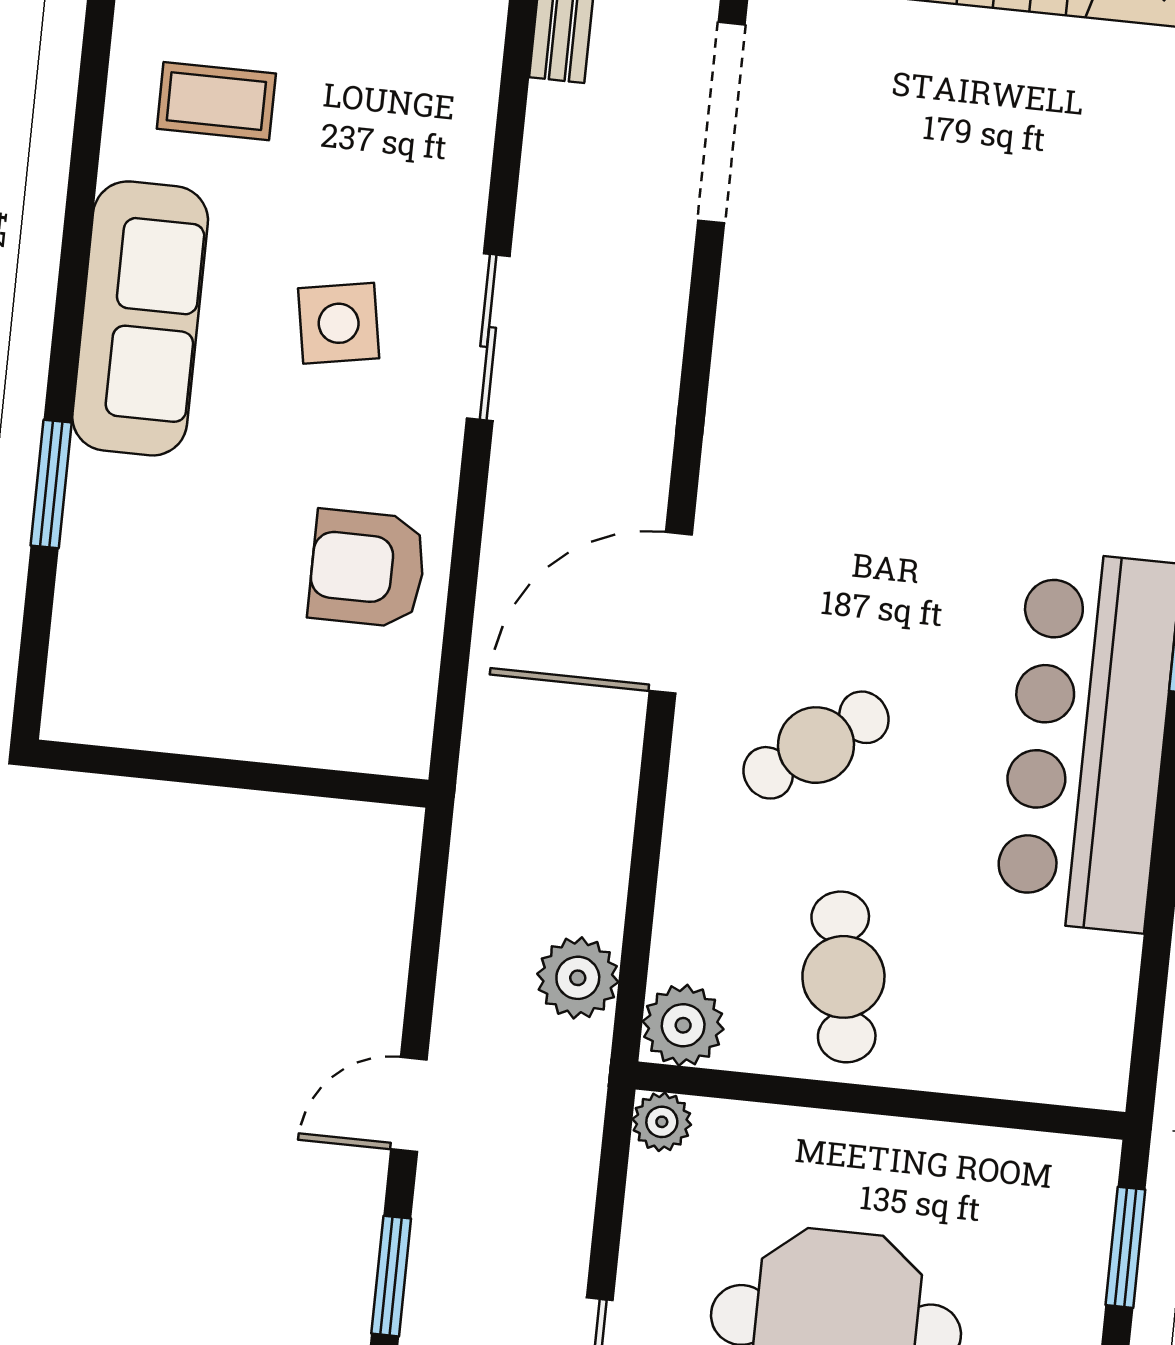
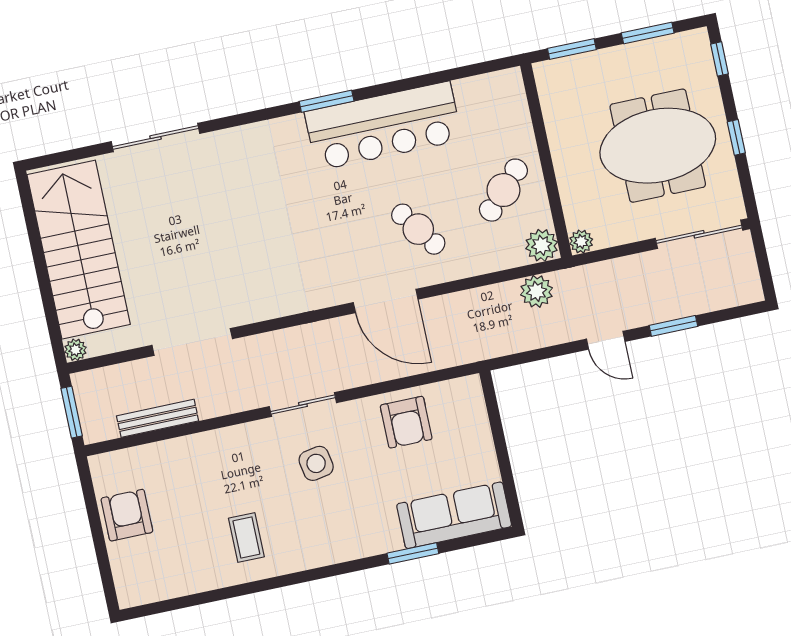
sofa: (140, 318) -> (454, 515), moved
cafe table: (843, 977) -> (503, 190), turned -37

